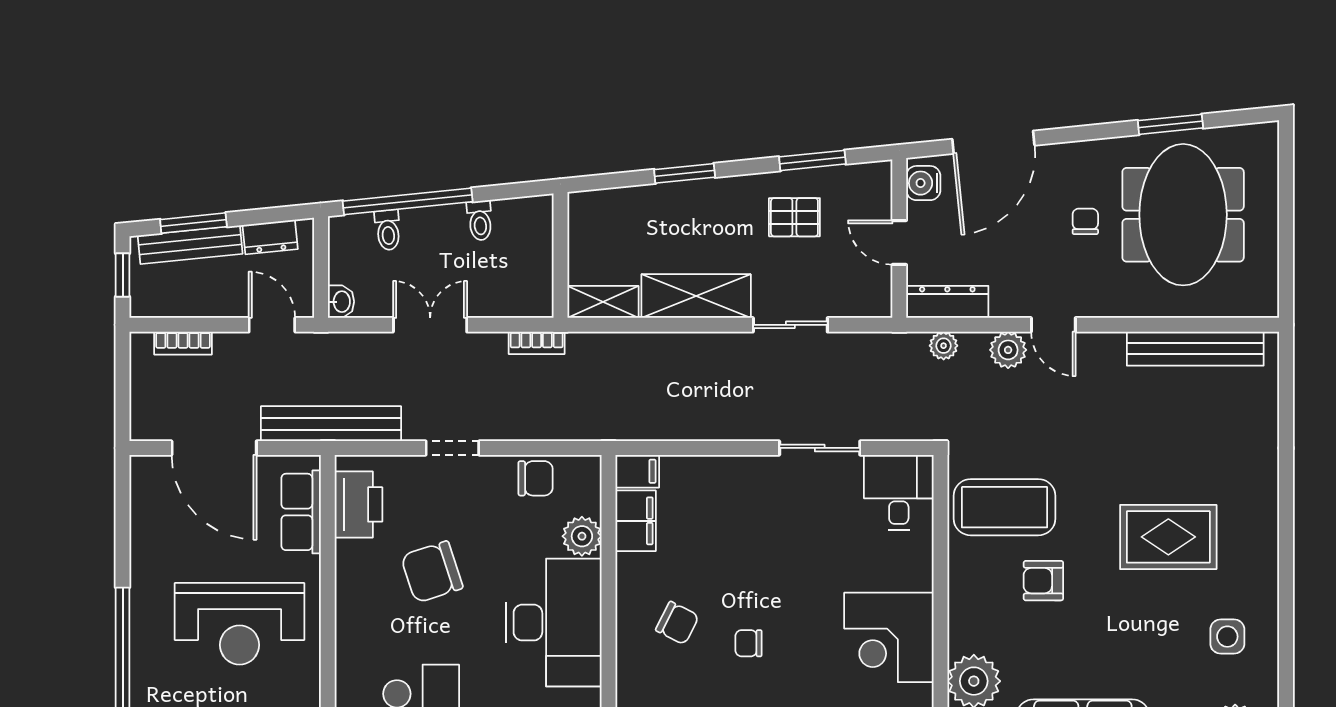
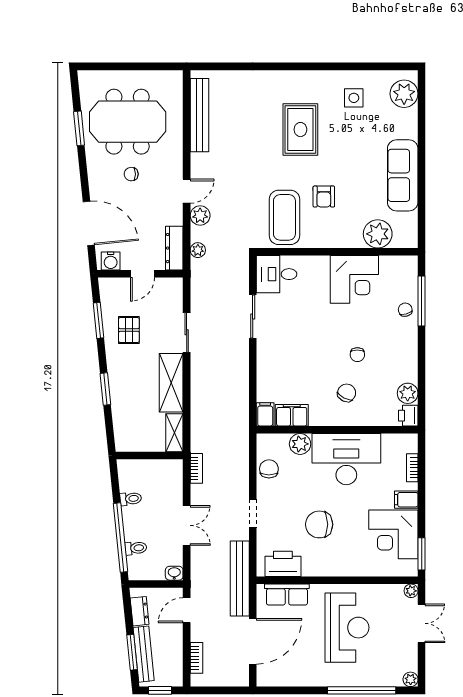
double door: (430, 325) -> (187, 525), swing flipped
chair: (432, 572) -> (319, 524), turned 108

